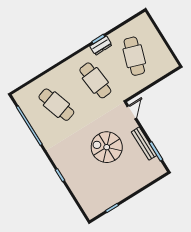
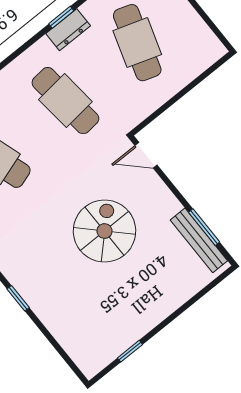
door: (132, 112) -> (146, 155), swing flipped
bench: (144, 144) -> (199, 240), moved
spiral stairs: (107, 147) -> (105, 231), turned 90

